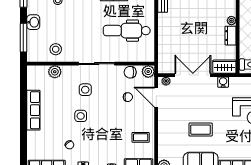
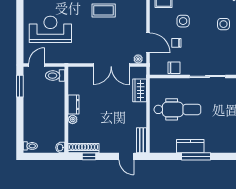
wardrobe: (224, 67) -> (140, 90), moved, turned 90
plant: (148, 72) -> (156, 69), removed
water cooler: (223, 82) -> (81, 58), removed
side table: (85, 90) -> (183, 21), moved

